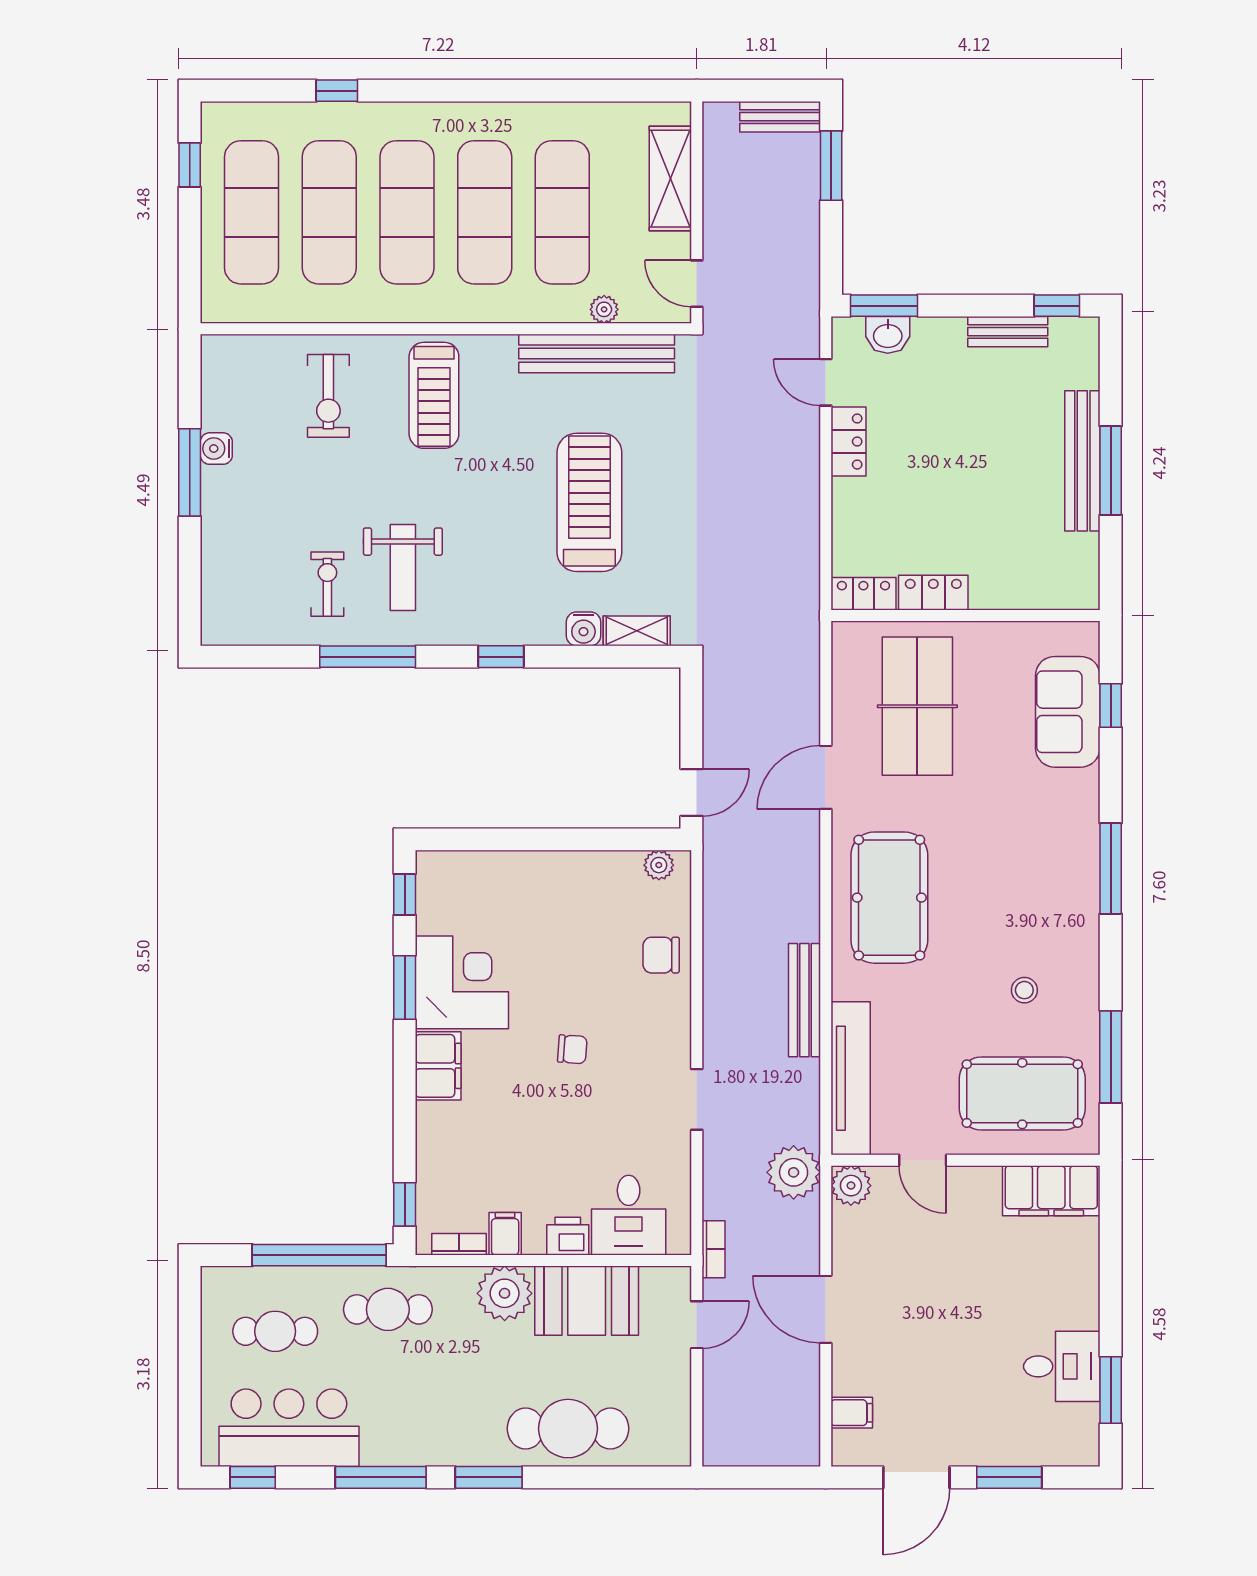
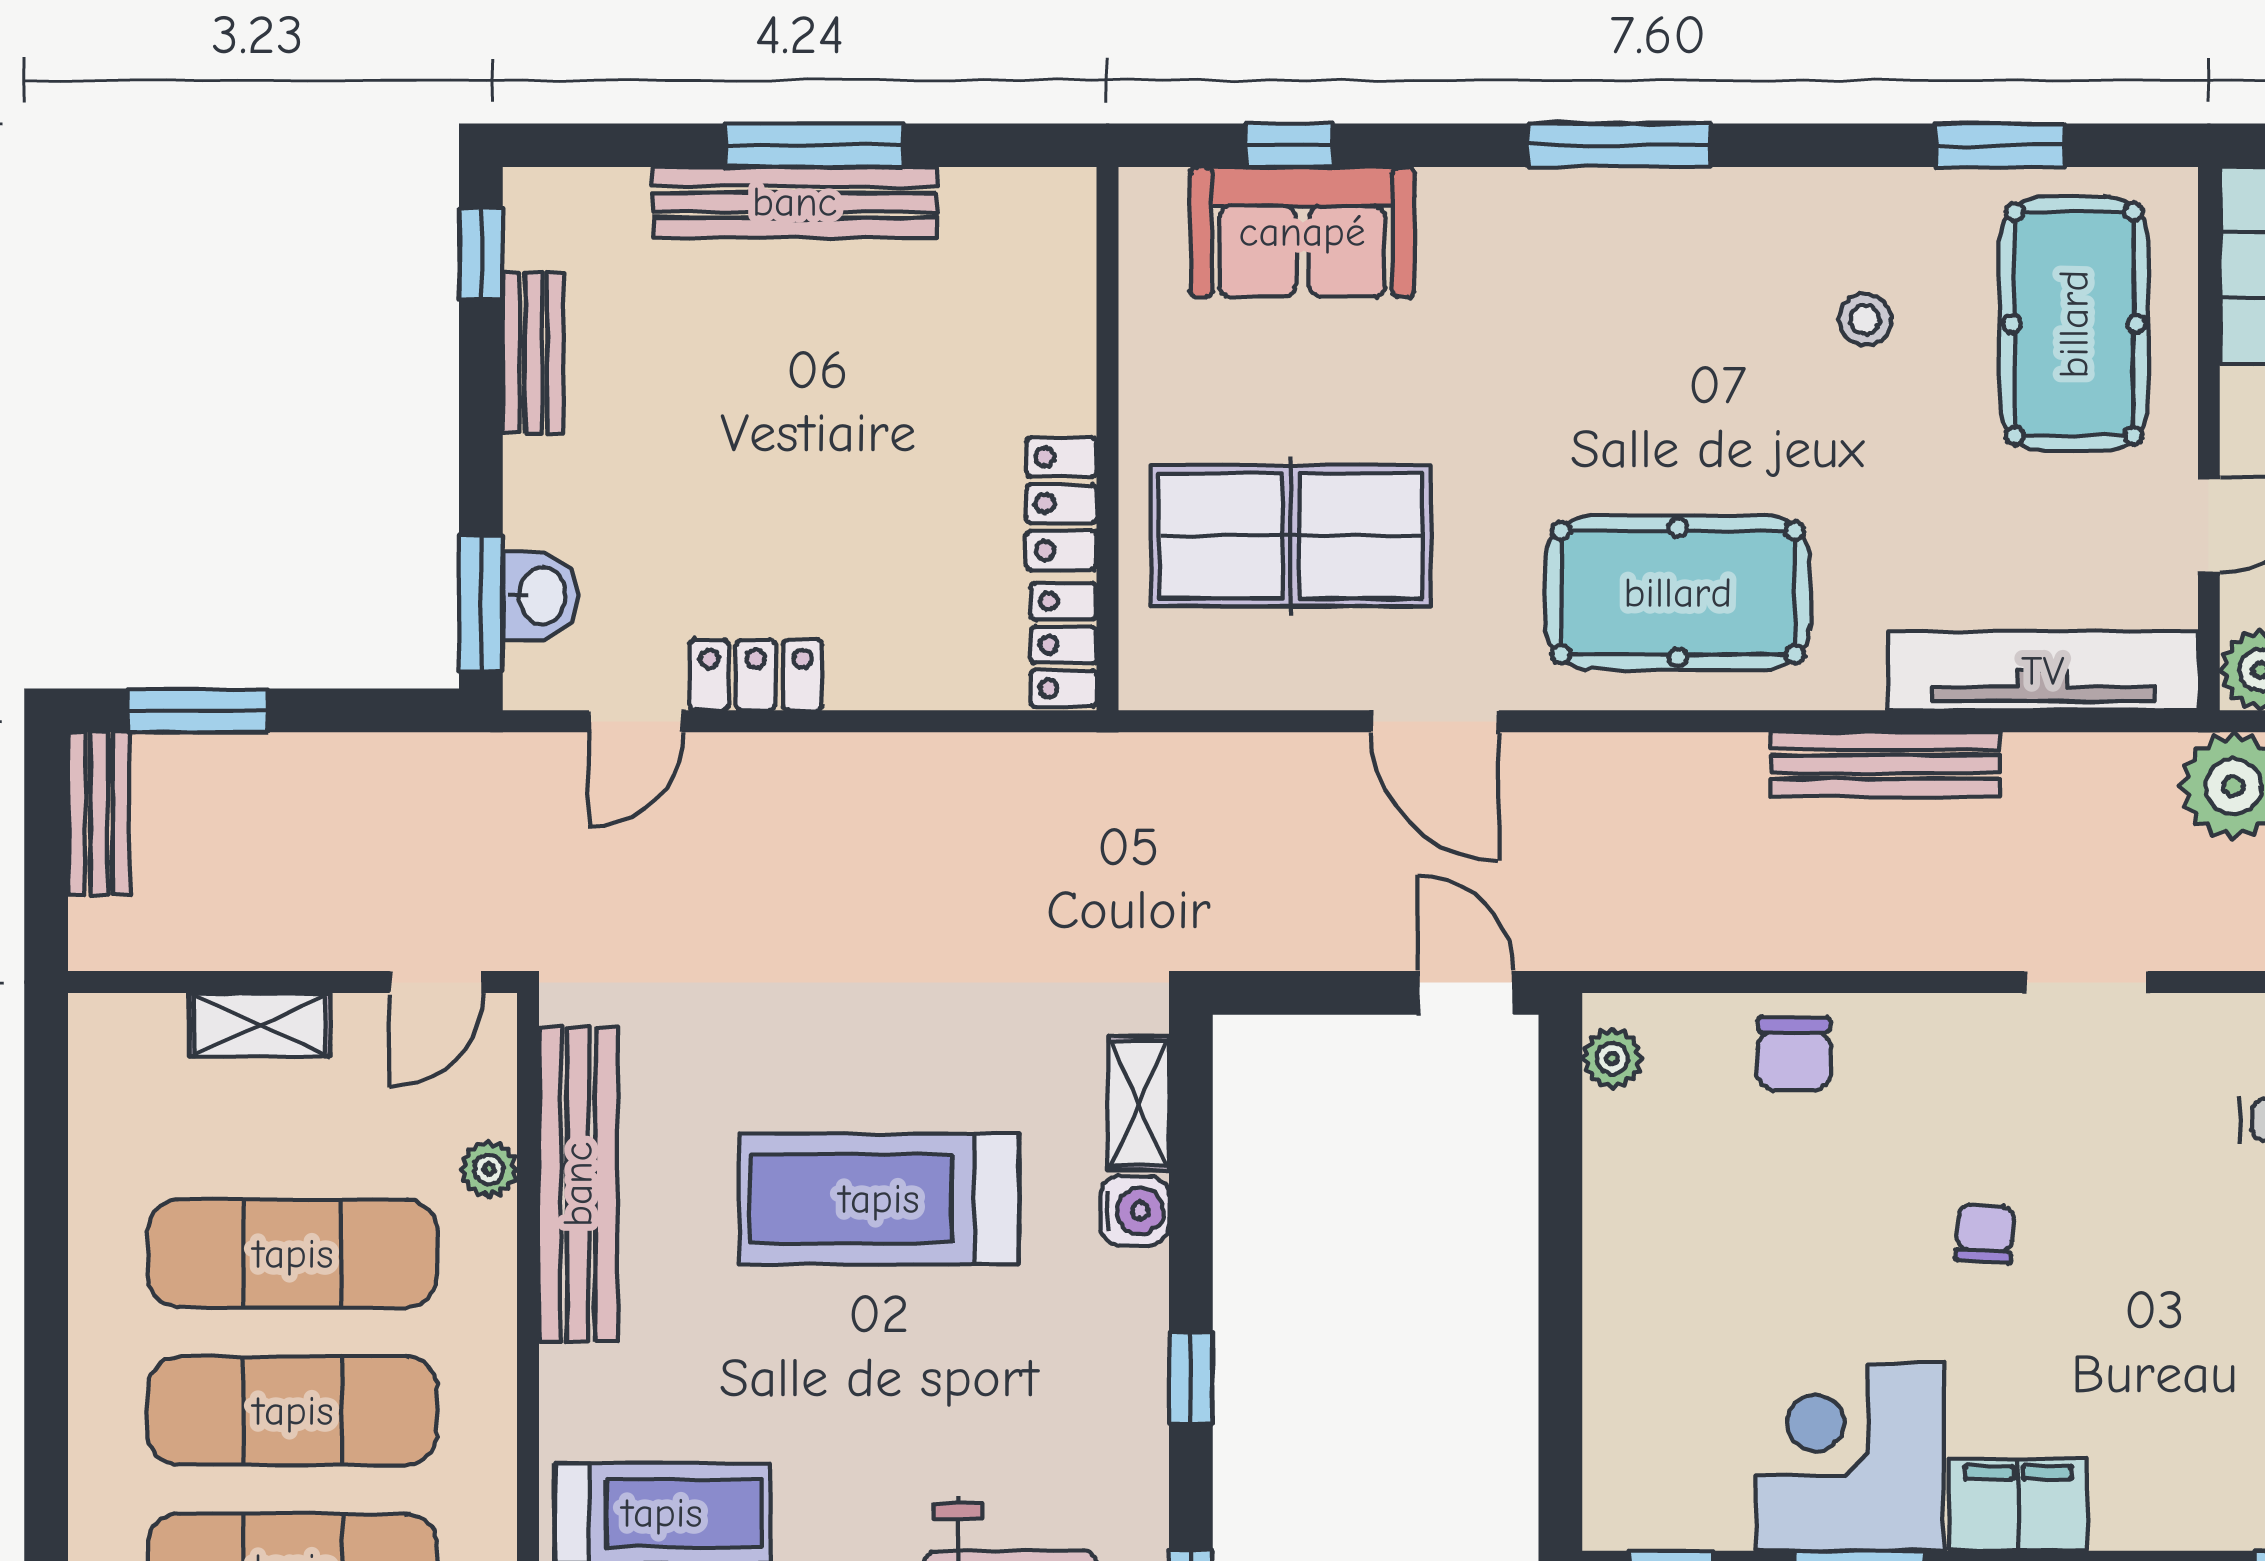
shelving: (670, 179) -> (259, 1025), width x0.67, depth x0.75
window: (1111, 1057) -> (2000, 145), width x0.69

